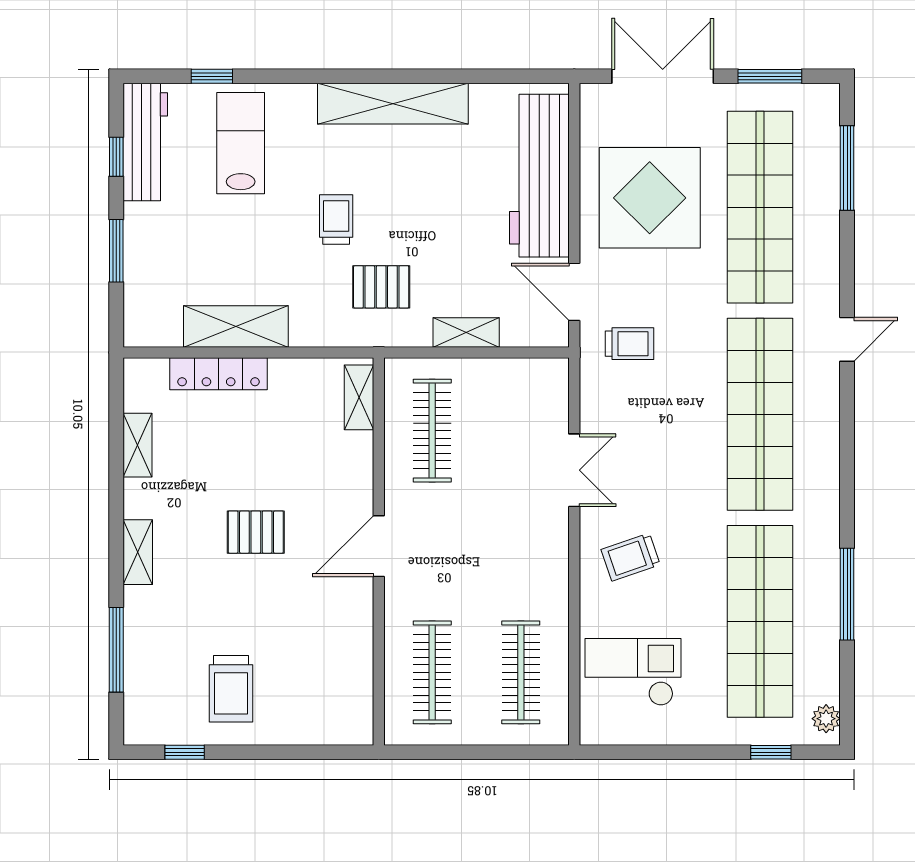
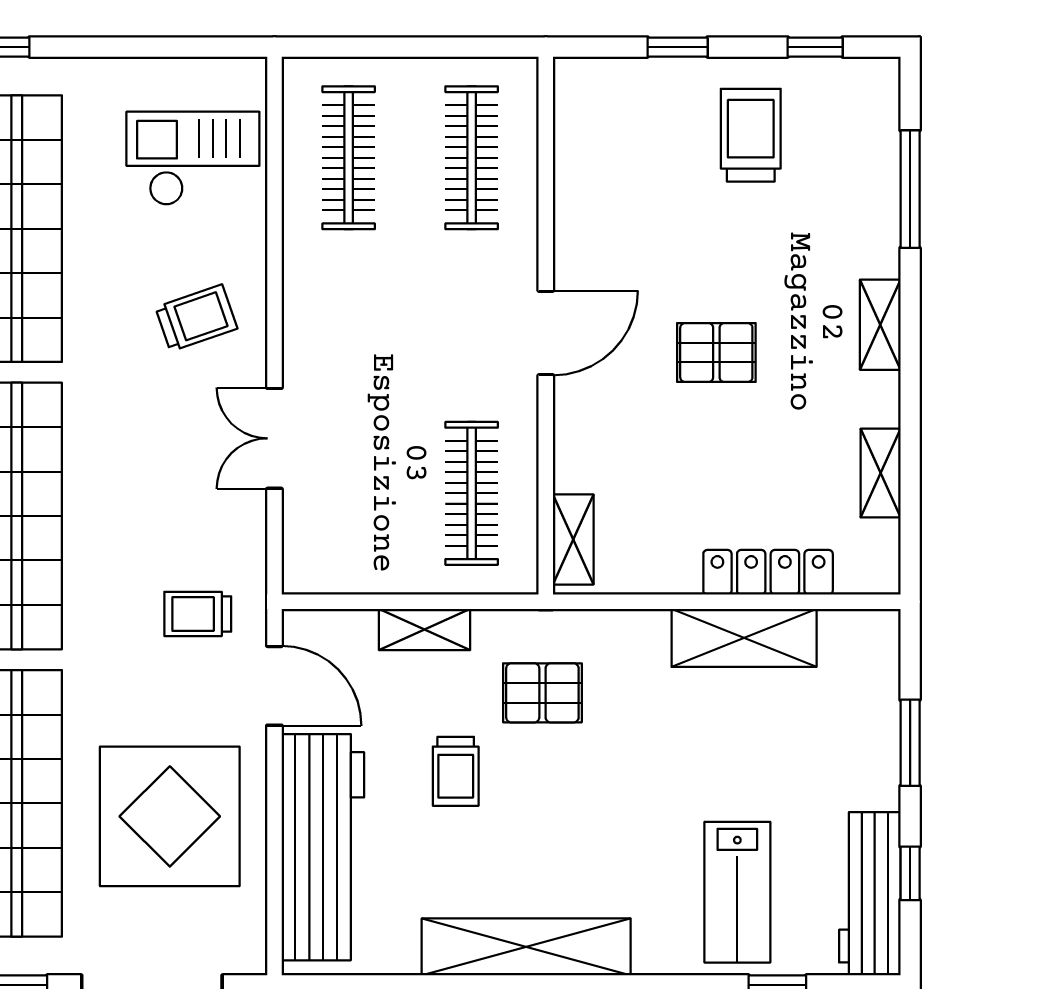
trolley: (336, 220) -> (456, 771), moved
checkout: (633, 672) -> (193, 158), turned 180
window: (284, 752) -> (678, 47), added

